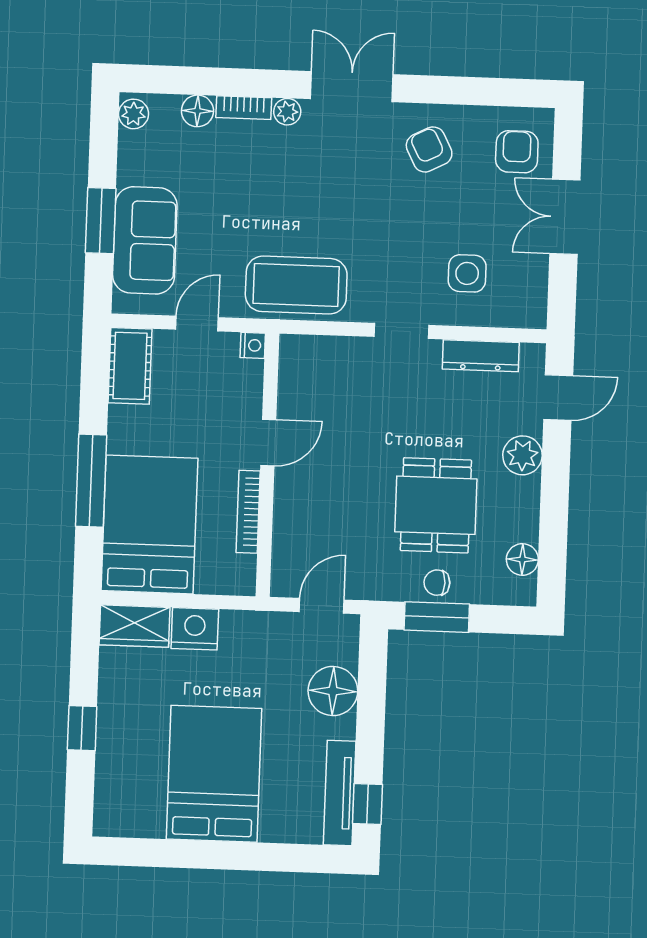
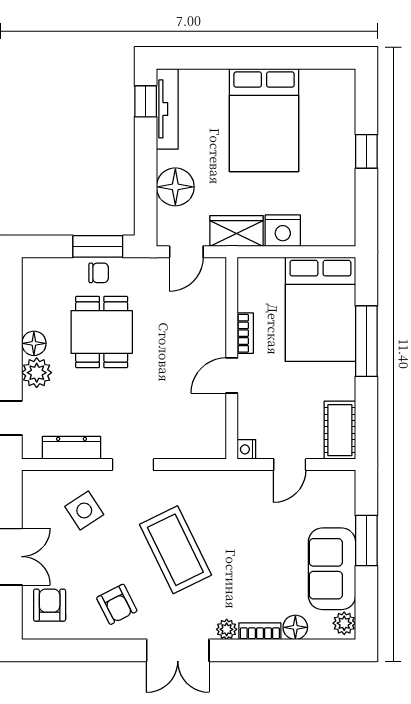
armchair: (517, 152) -> (50, 605), turned 180
sofa: (145, 240) -> (332, 569), moved
side table: (467, 273) -> (84, 510), turned -33
coffee table: (296, 285) -> (175, 550), moved, turned 64
bookcase: (248, 512) -> (245, 333), width x0.64
floor lamp: (522, 559) -> (34, 343), moved
wardrobe: (134, 626) -> (236, 231), moved

